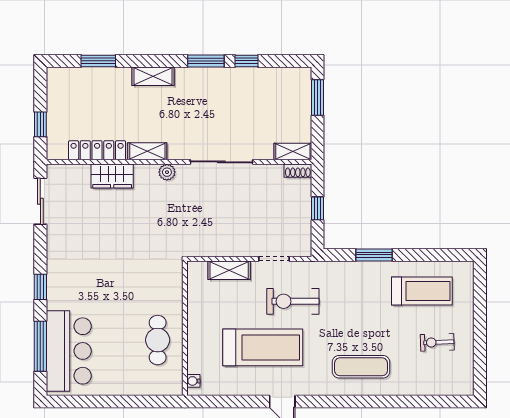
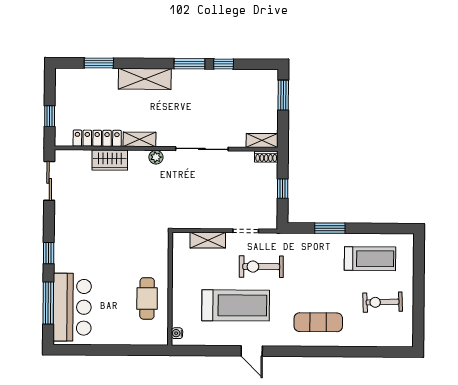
shelving: (153, 76) -> (145, 79), width x1.50, depth x1.33
exercise bike: (437, 342) -> (383, 302), width x1.38, depth x1.39

